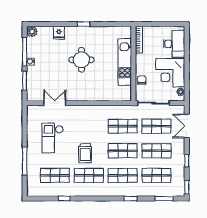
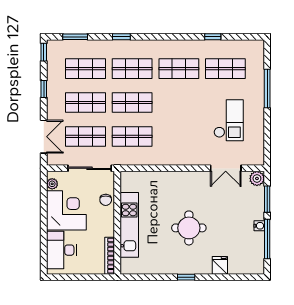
plant: (32, 32) -> (257, 178), moved
trolley: (85, 153) -> (184, 99), removed

